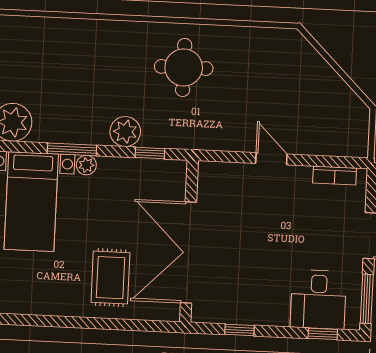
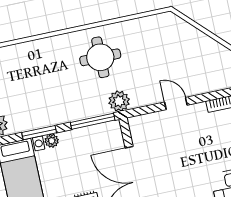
plant: (125, 132) -> (119, 101), moved
window: (150, 153) -> (93, 121), width x2.17

